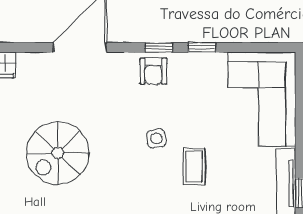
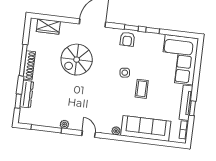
spiral stairs: (58, 153) -> (77, 60), moved

